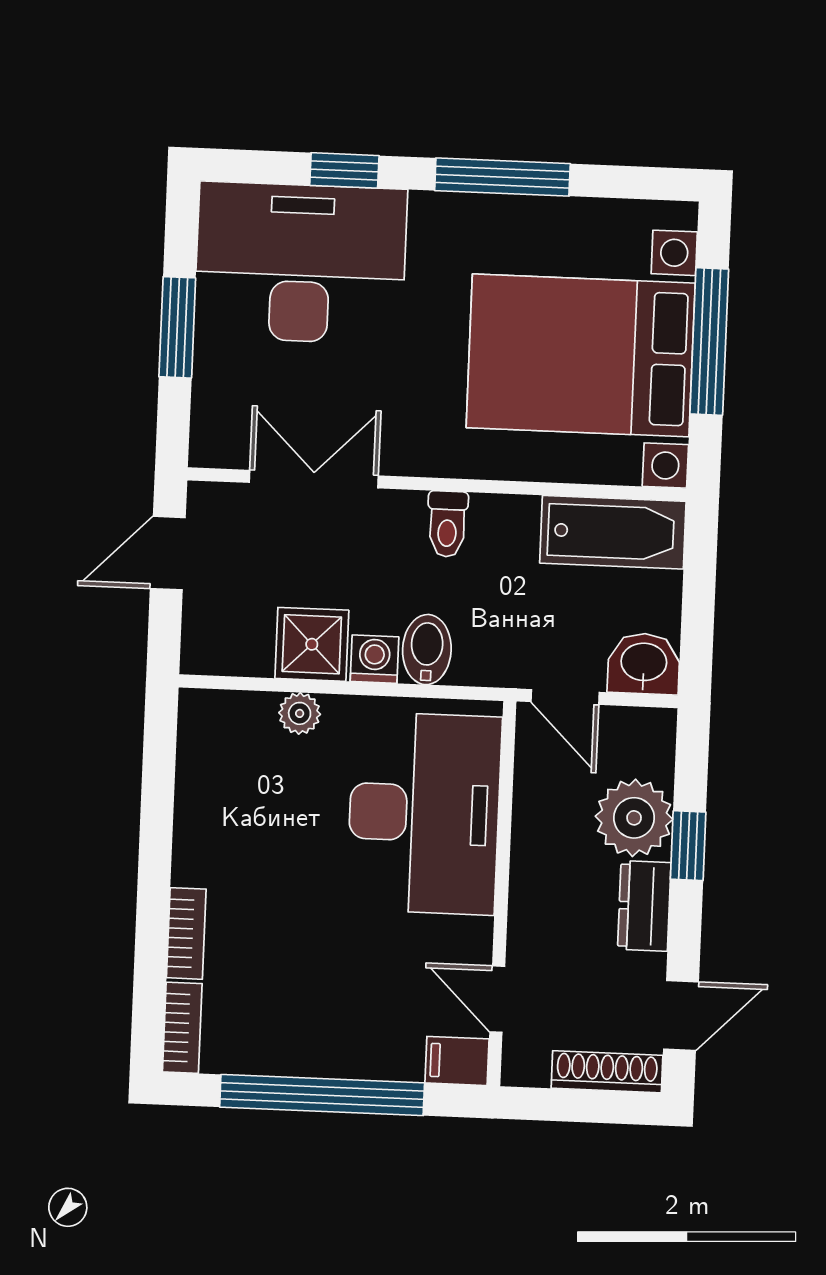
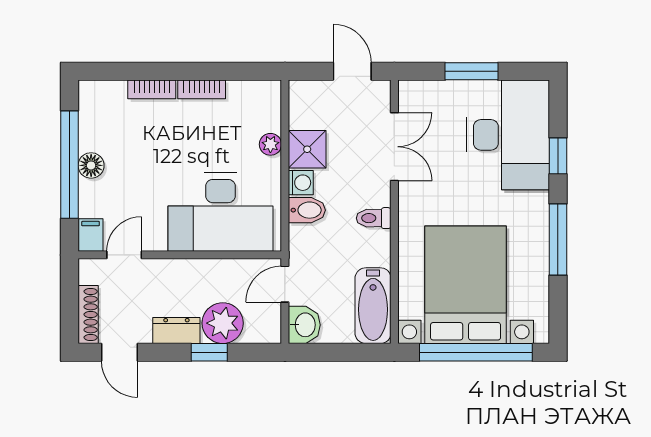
window: (709, 341) -> (476, 352), width x1.46
bookcase: (182, 1028) -> (202, 89), moved
floor lamp: (325, 1054) -> (91, 165), added

